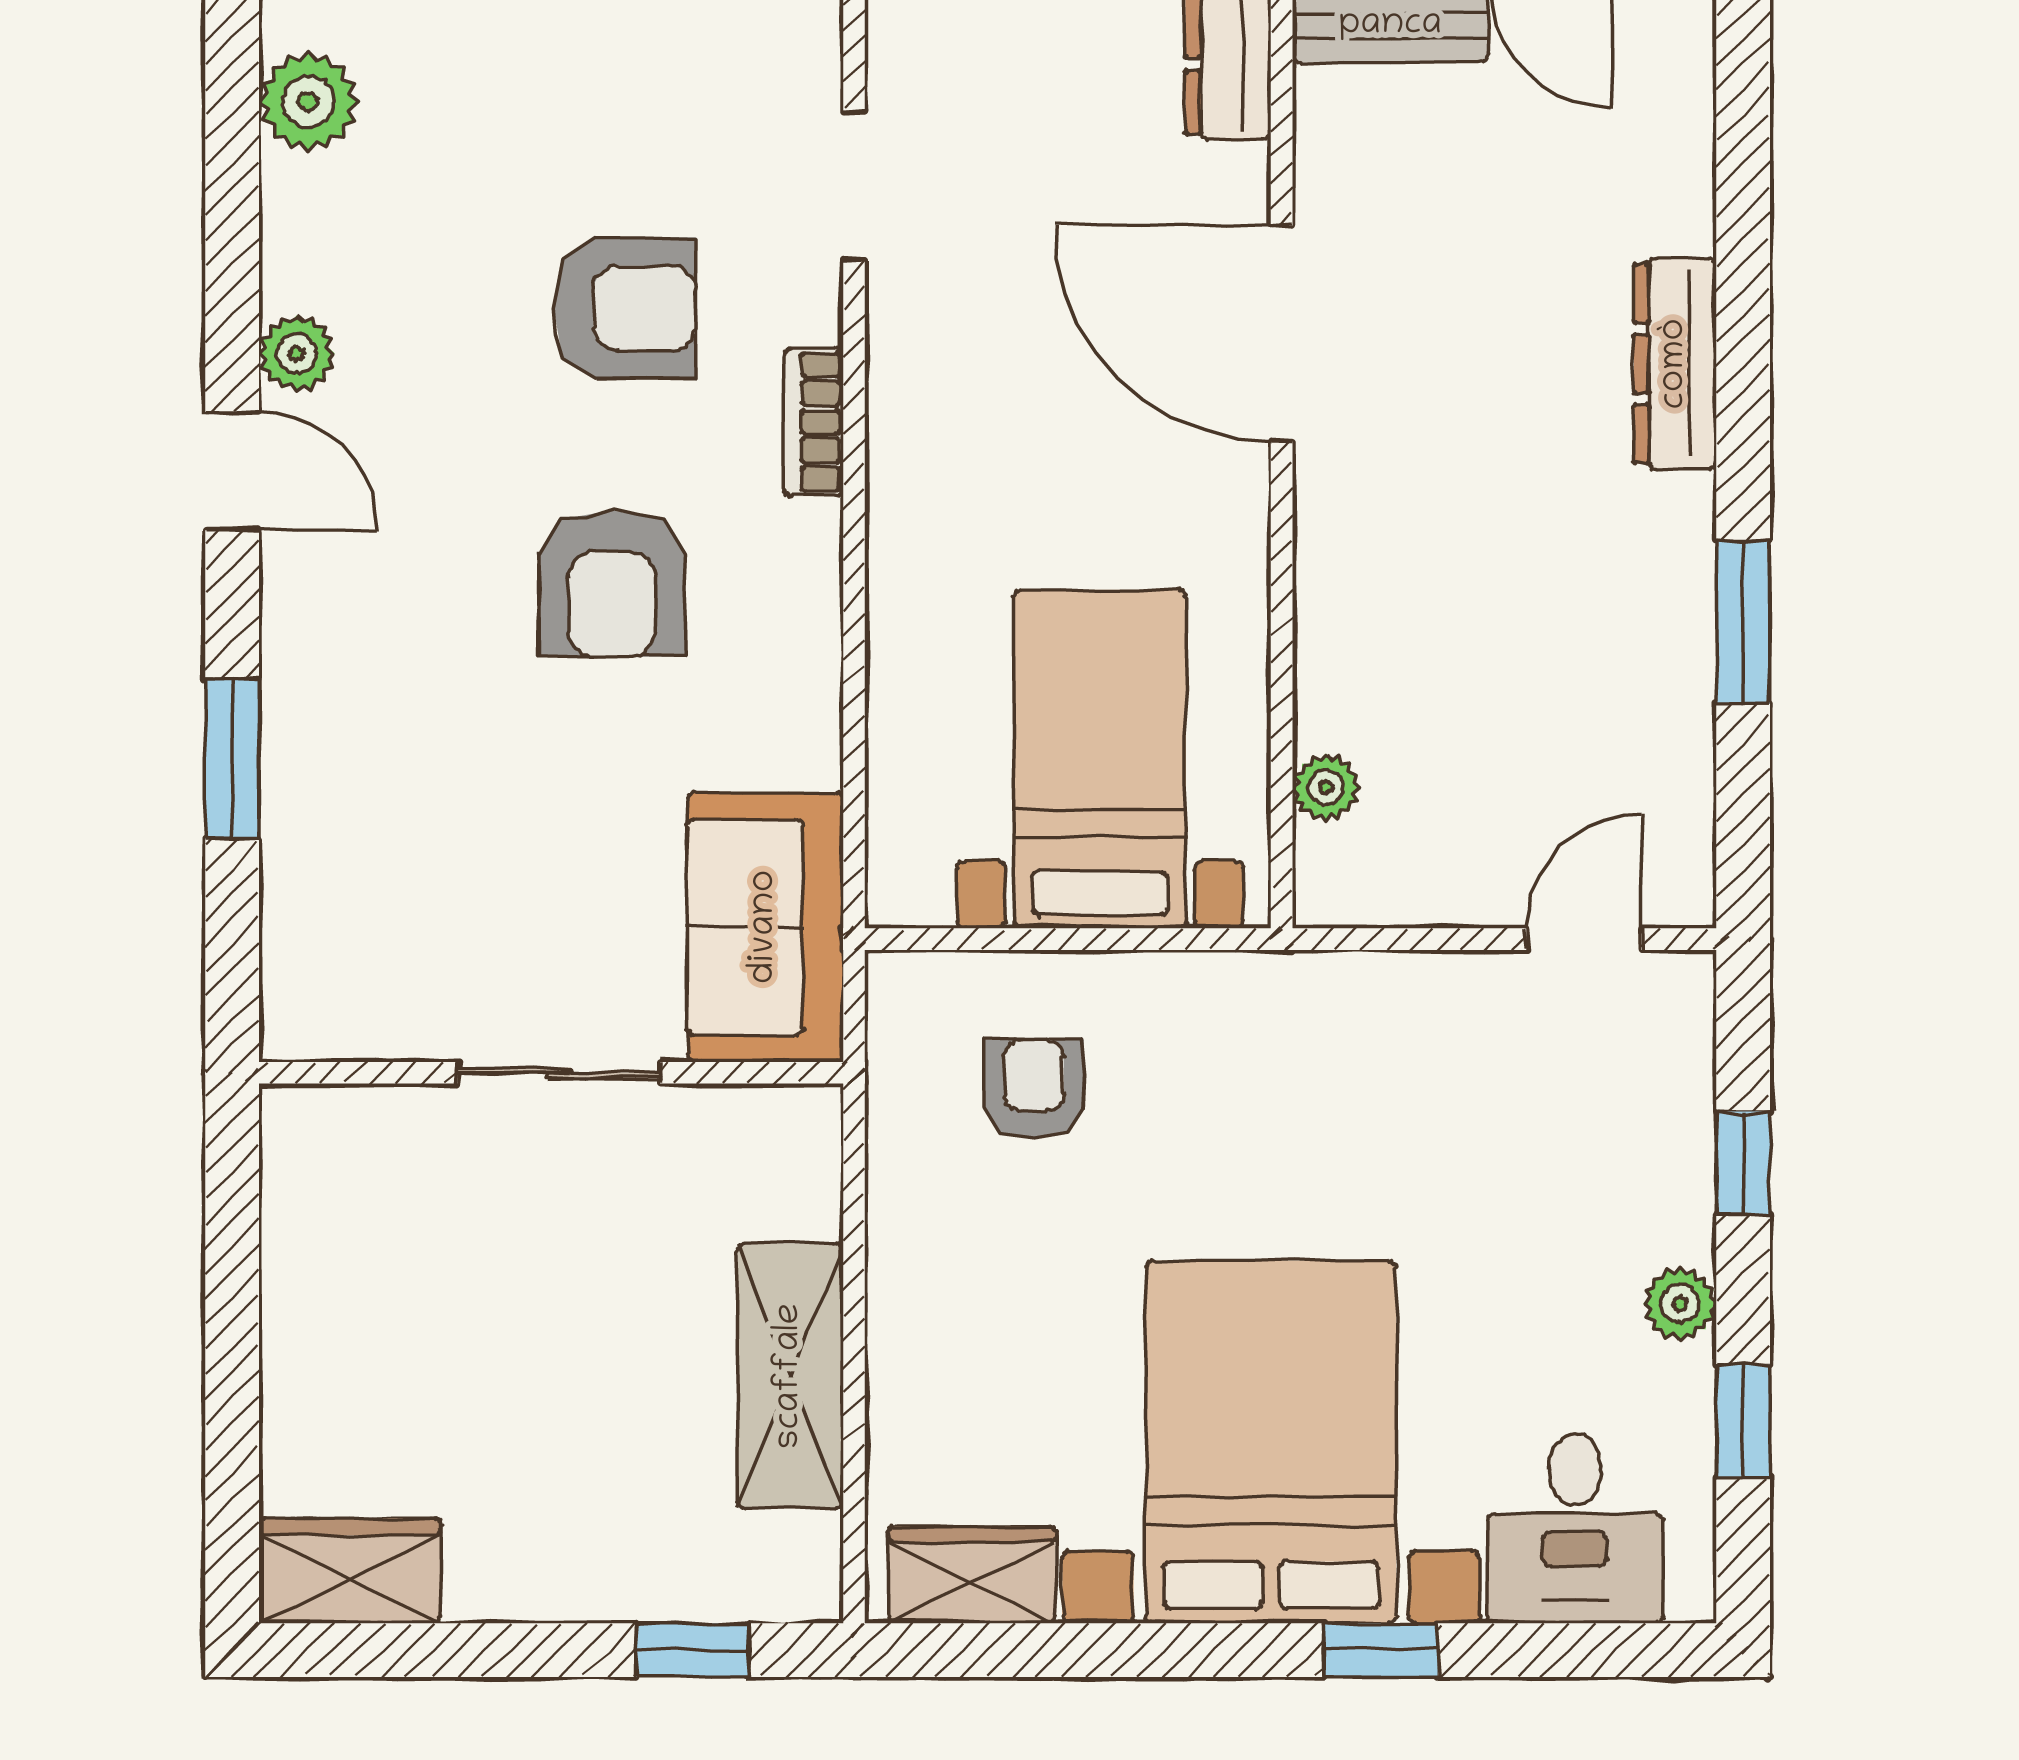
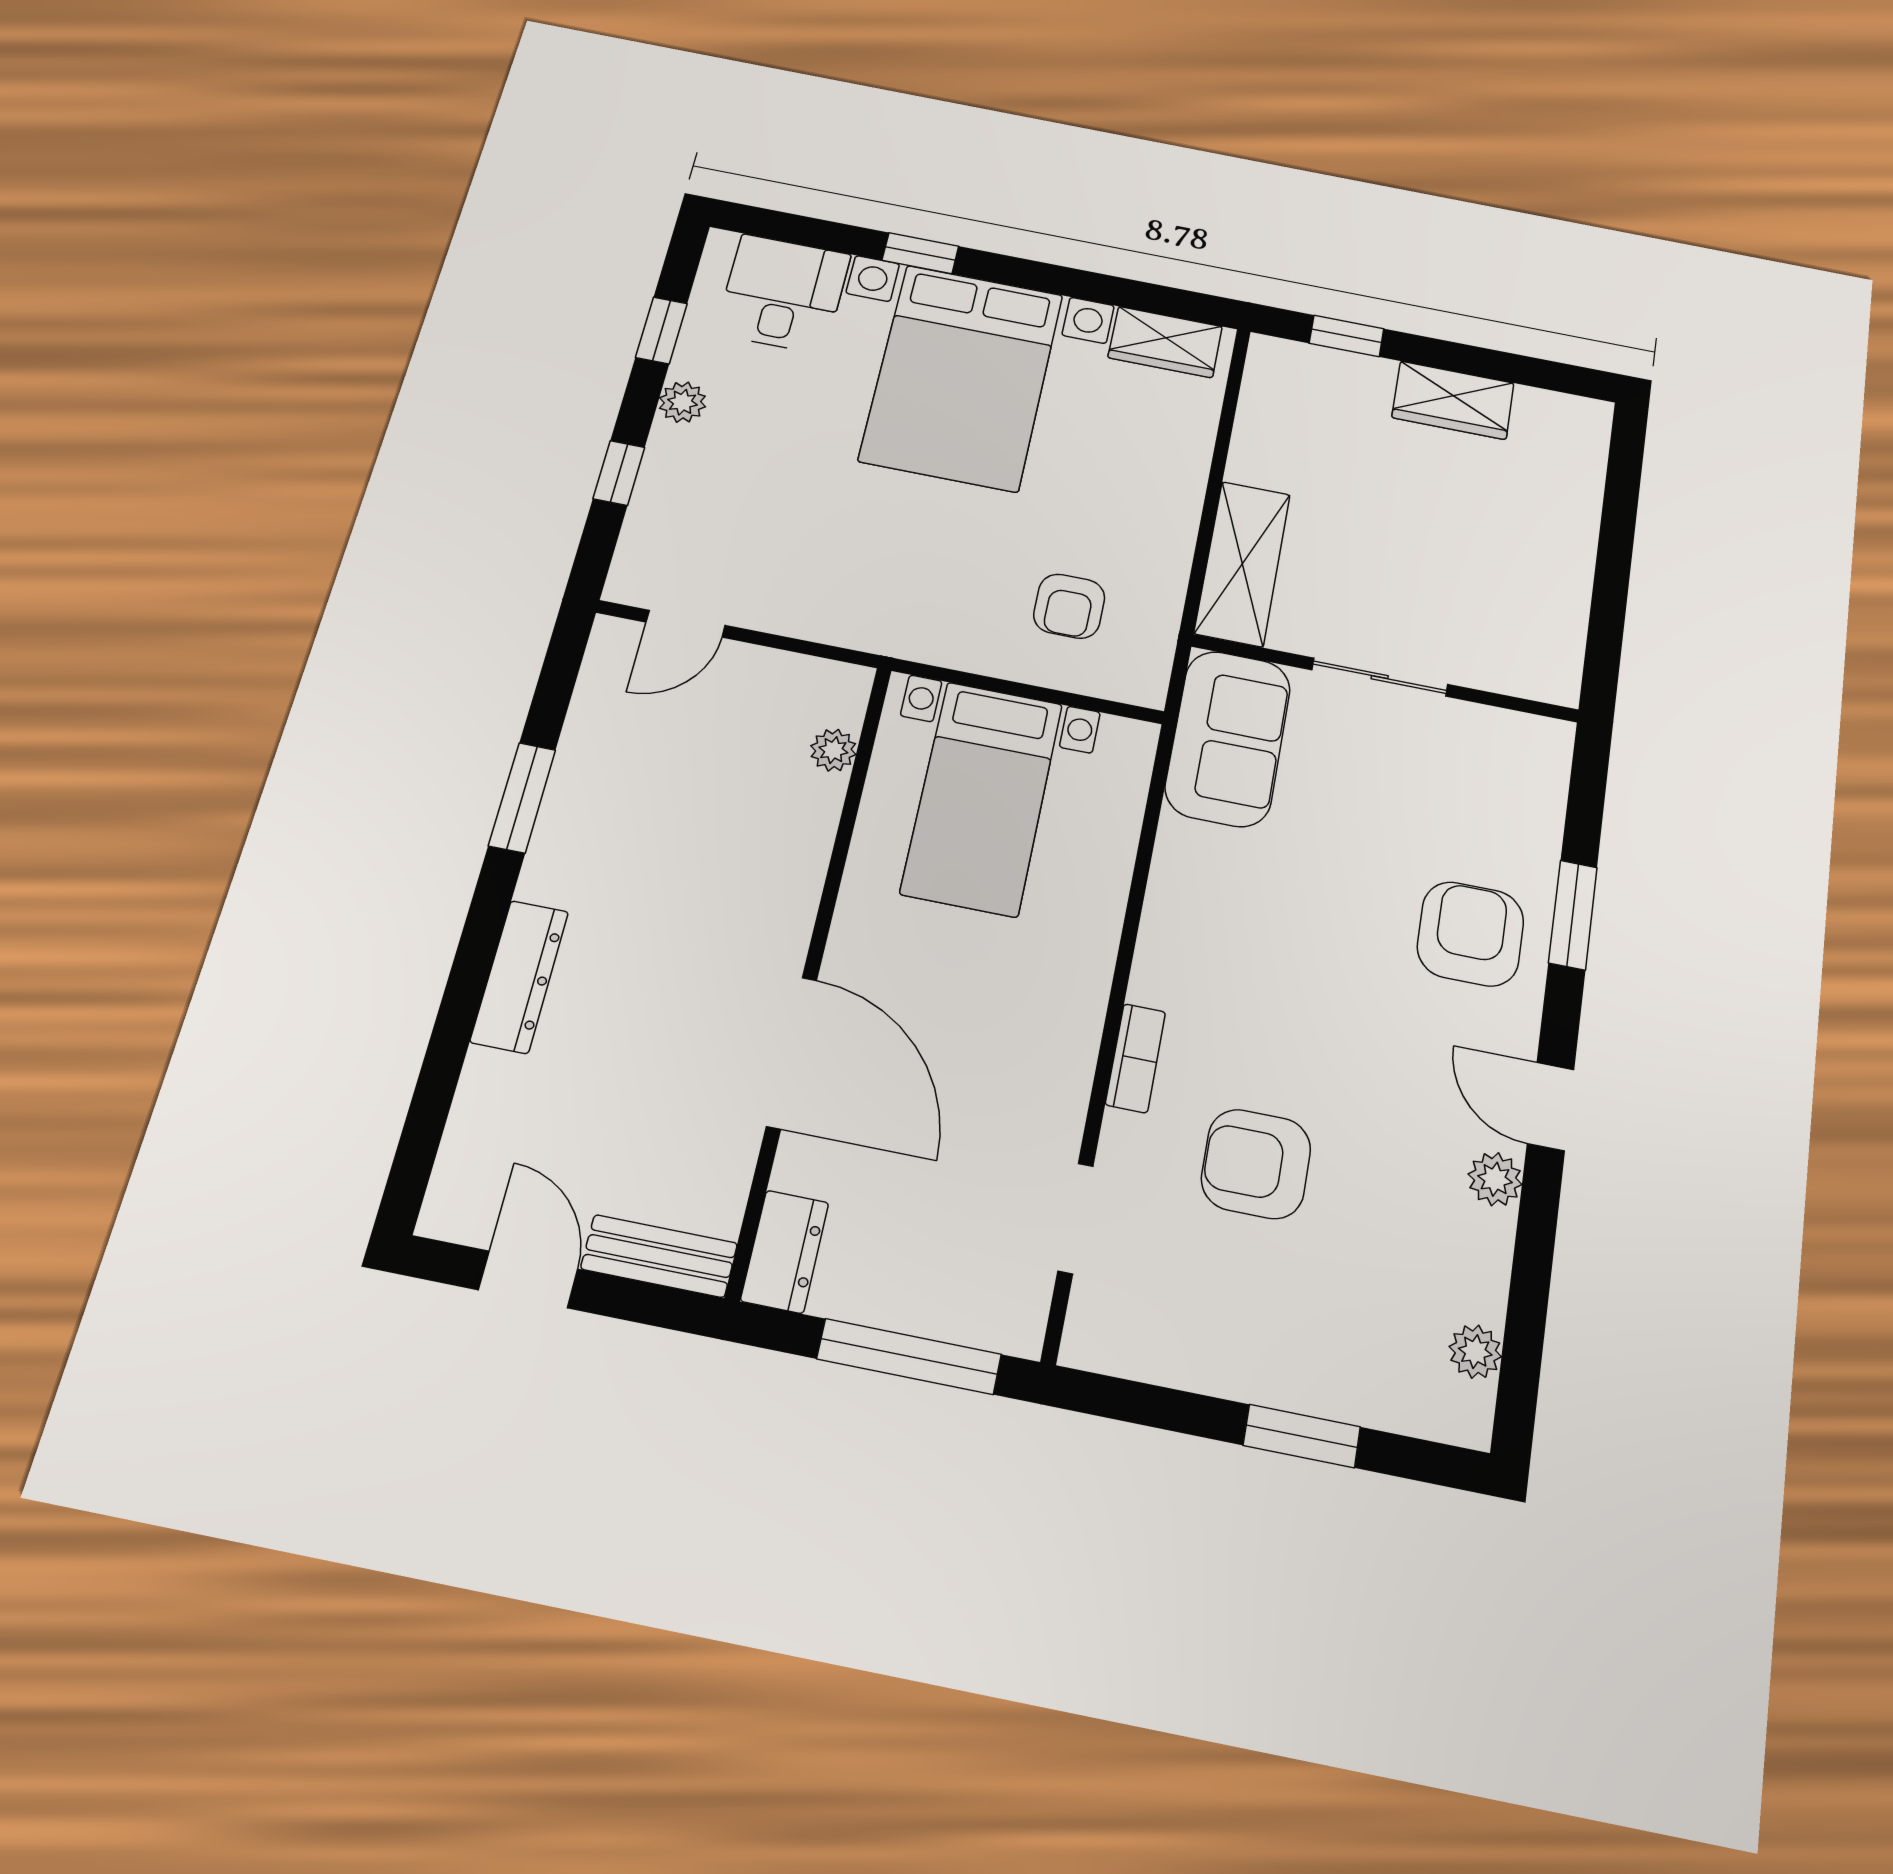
plant: (308, 102) -> (1475, 1352), width x0.73, depth x0.73
armchair: (612, 584) -> (1470, 934), moved
shelving: (790, 1376) -> (1242, 564), moved
wardrobe: (350, 1571) -> (1453, 400), moved

